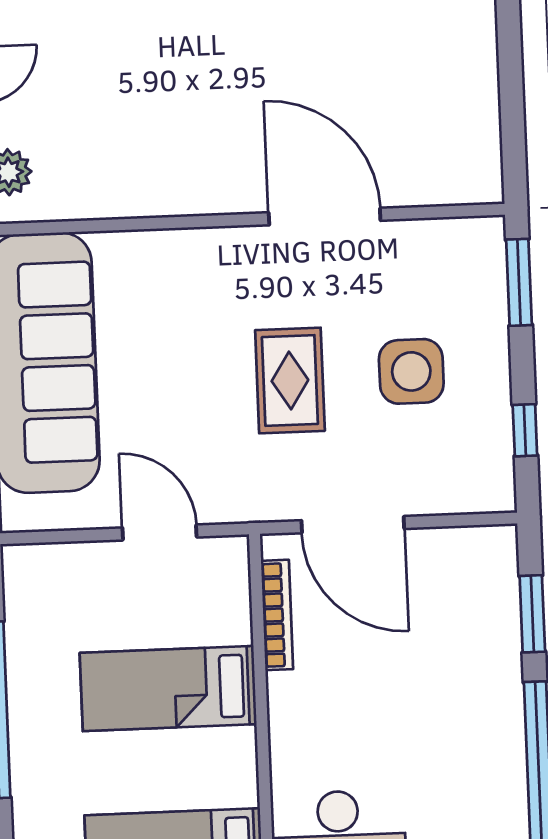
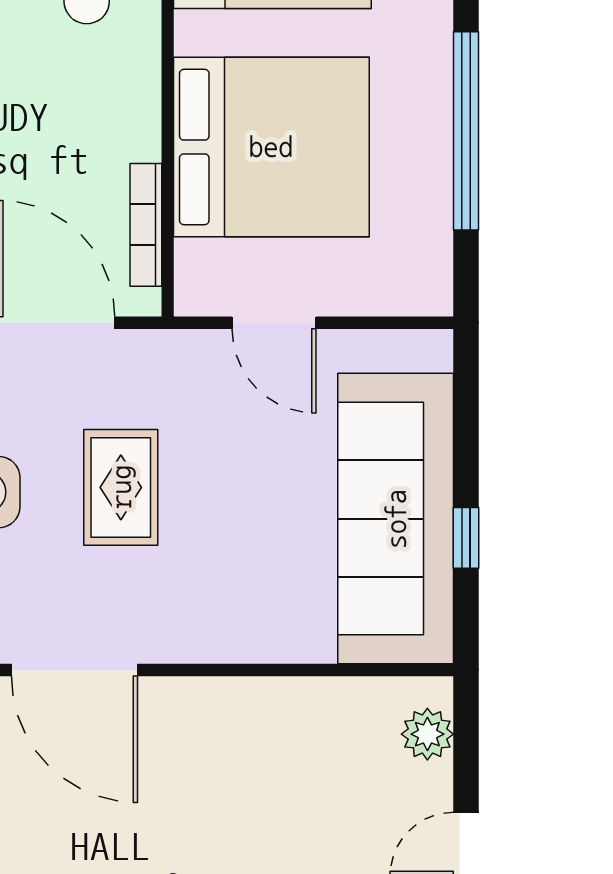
bed: (168, 689) -> (271, 147), width x2.04

